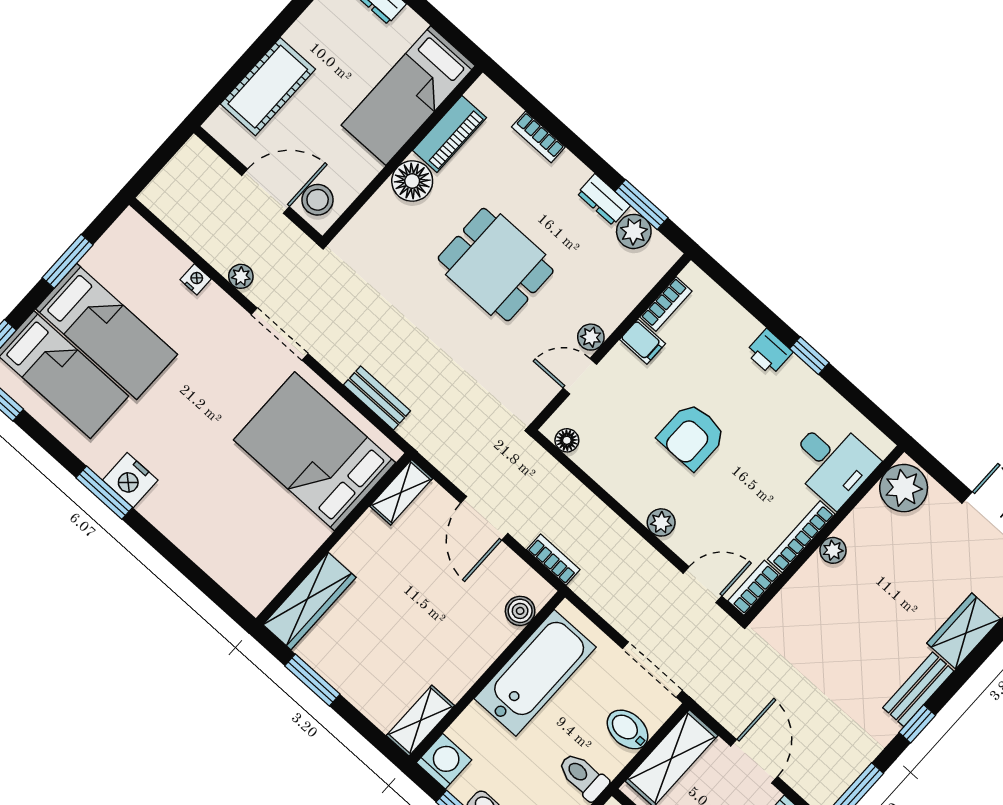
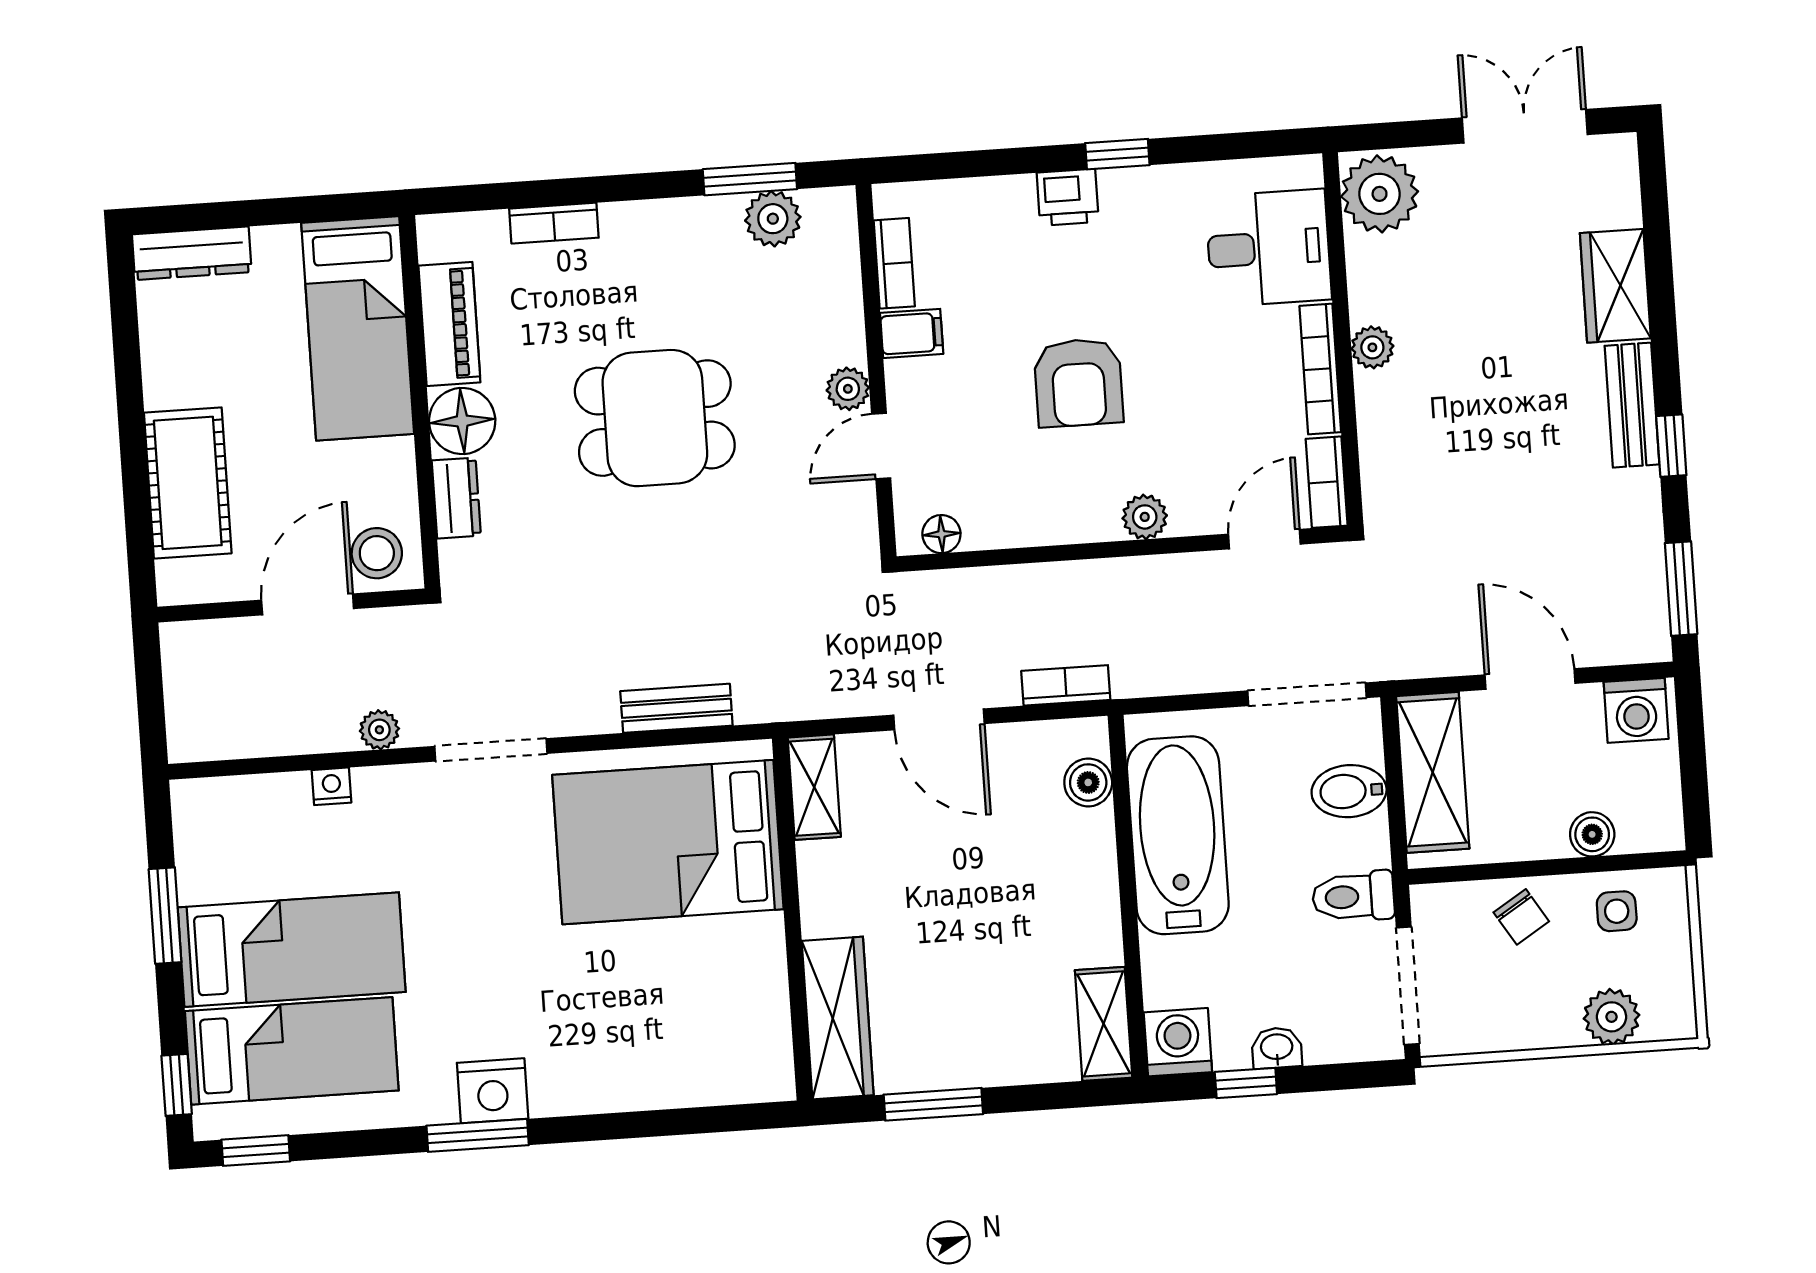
dresser: (604, 200) -> (456, 498), moved, turned -90

